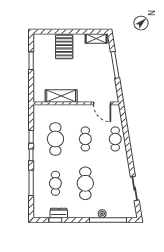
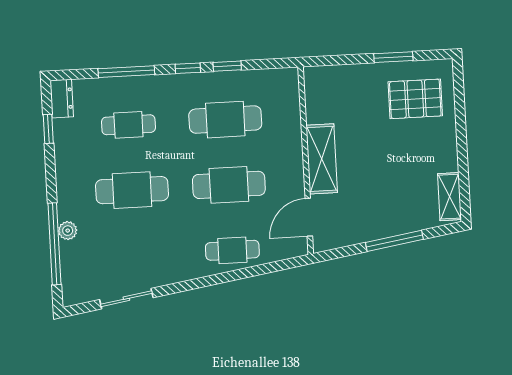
pallet: (64, 47) -> (415, 99), moved
shelving: (61, 96) -> (322, 159), moved
cafe table: (85, 139) -> (229, 185), width x1.37, depth x1.35
dresser: (59, 213) -> (62, 99), moved

